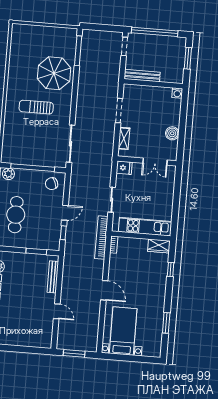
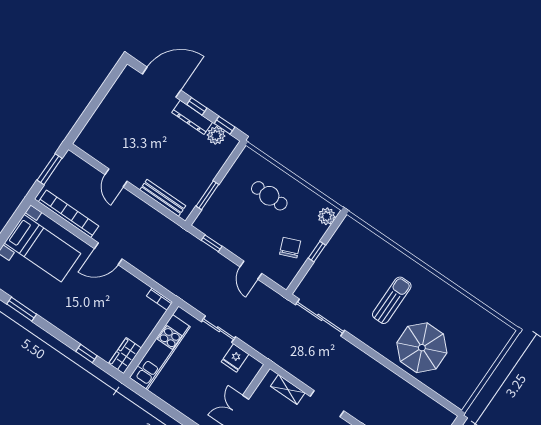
window: (78, 51) -> (433, 395), removed
window: (33, 168) -> (317, 252), width x0.32
fridge: (124, 168) -> (235, 358), moved
chair: (52, 184) -> (290, 248), moved
door: (65, 213) -> (251, 270), moved
cafe table: (16, 215) -> (269, 196), width x0.73, depth x0.74
bookcase: (101, 237) -> (69, 214), moved
door: (57, 311) -> (116, 178), hinge flipped

